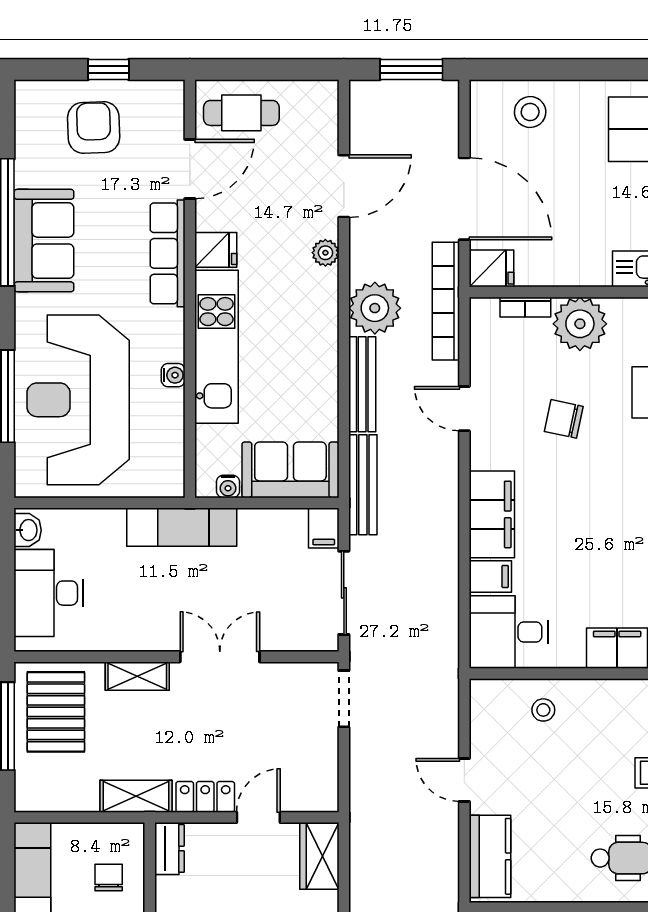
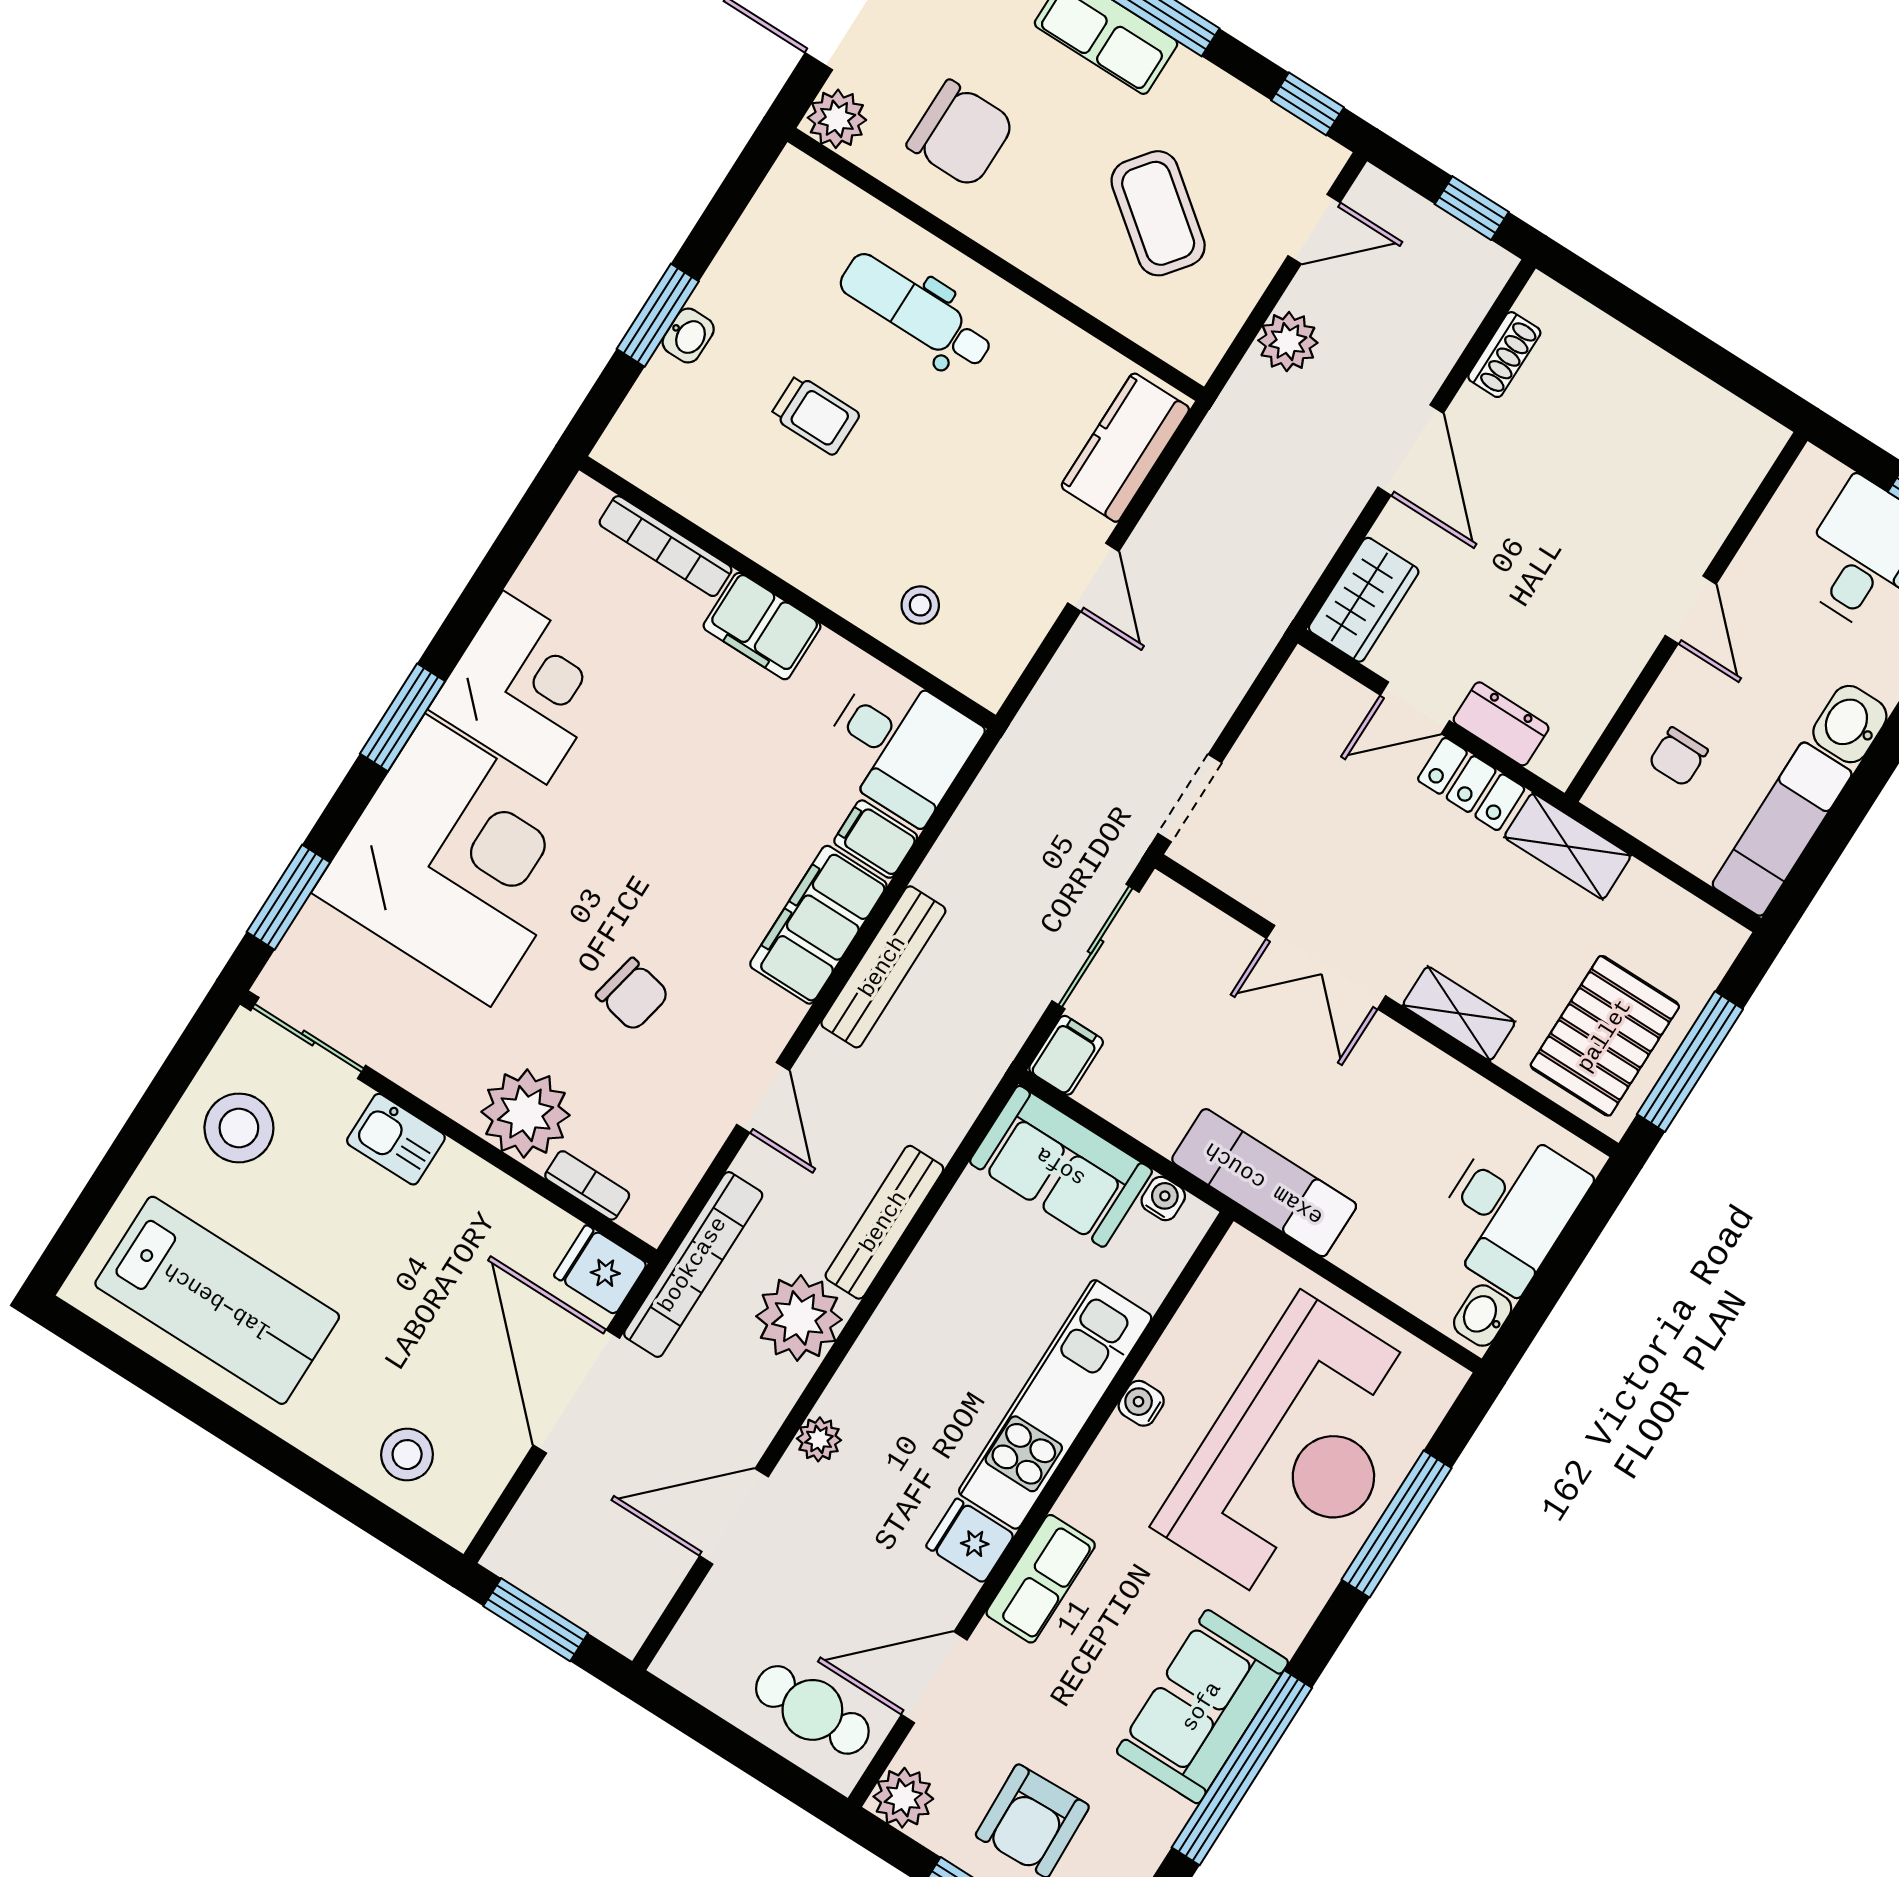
plant: (167, 98) -> (903, 1798), added
row of seats: (168, 253) -> (1041, 1579), width x0.68
bench: (363, 485) -> (883, 967), moved
dresser: (169, 848) -> (1501, 724), moved, turned 90

